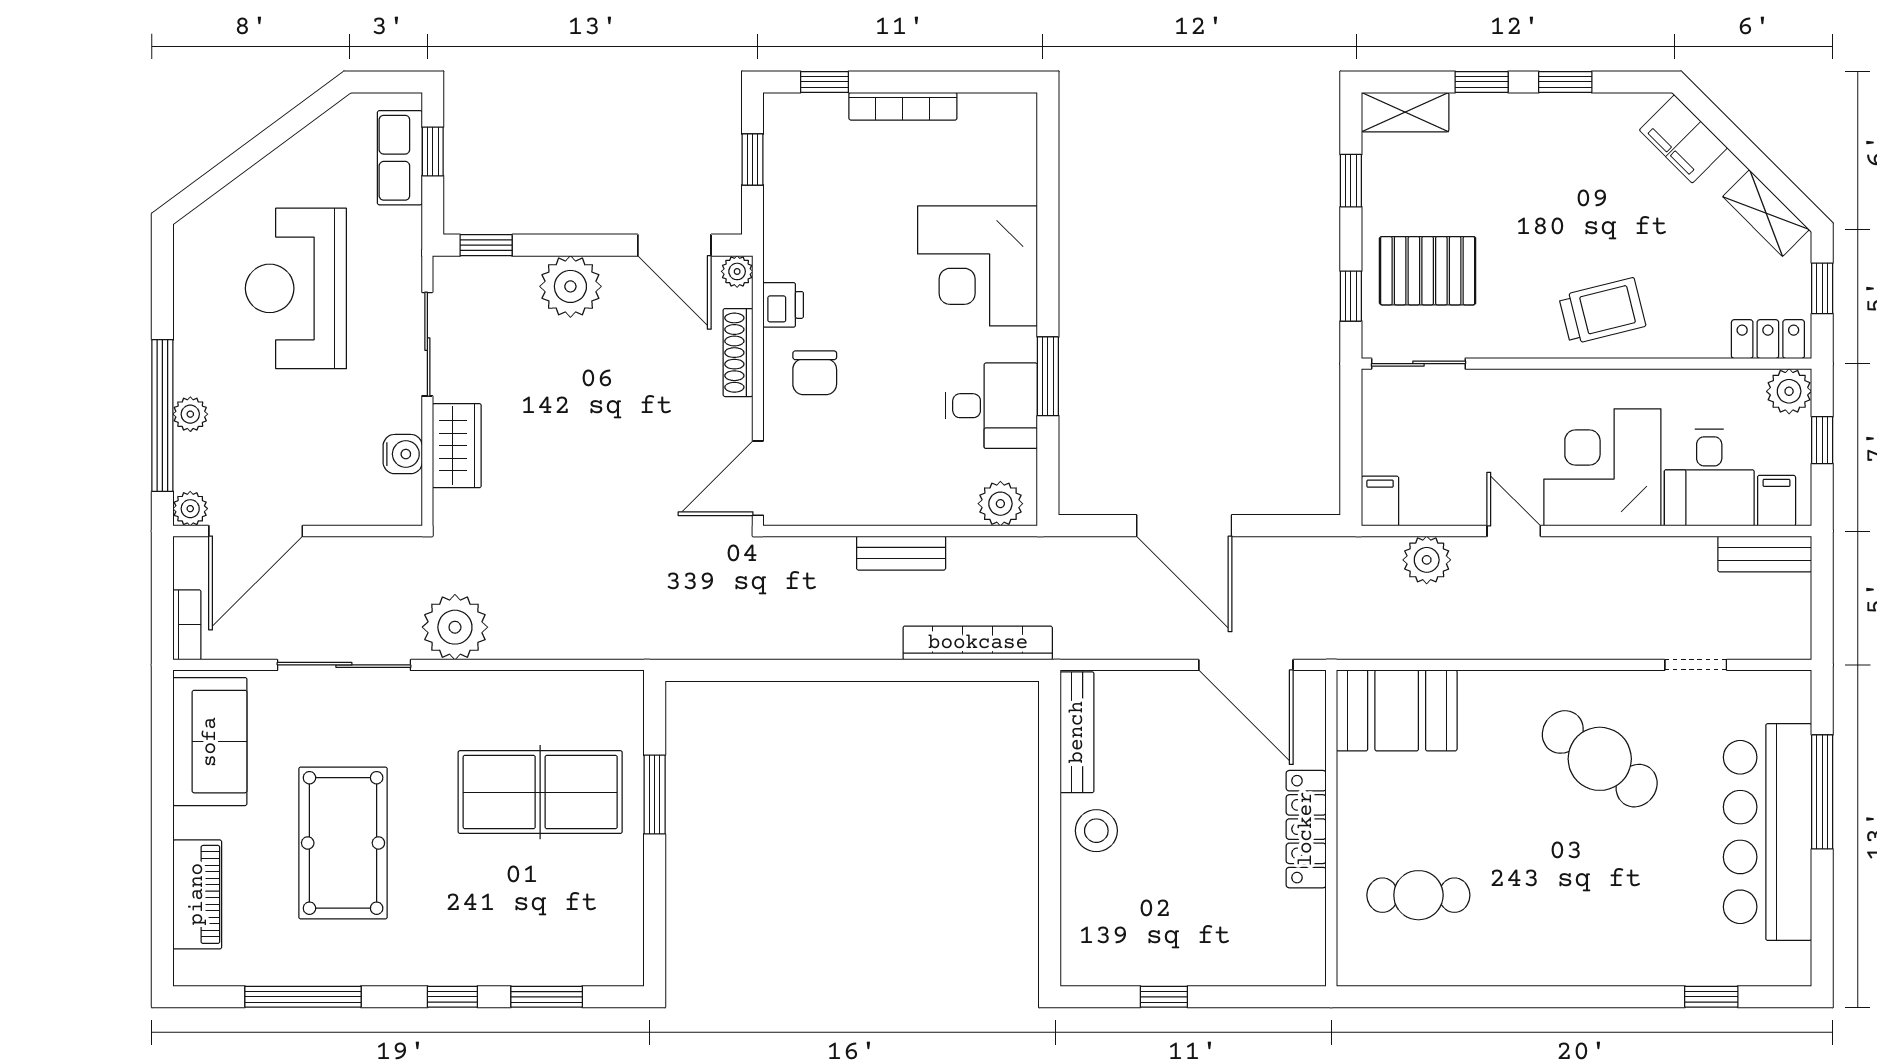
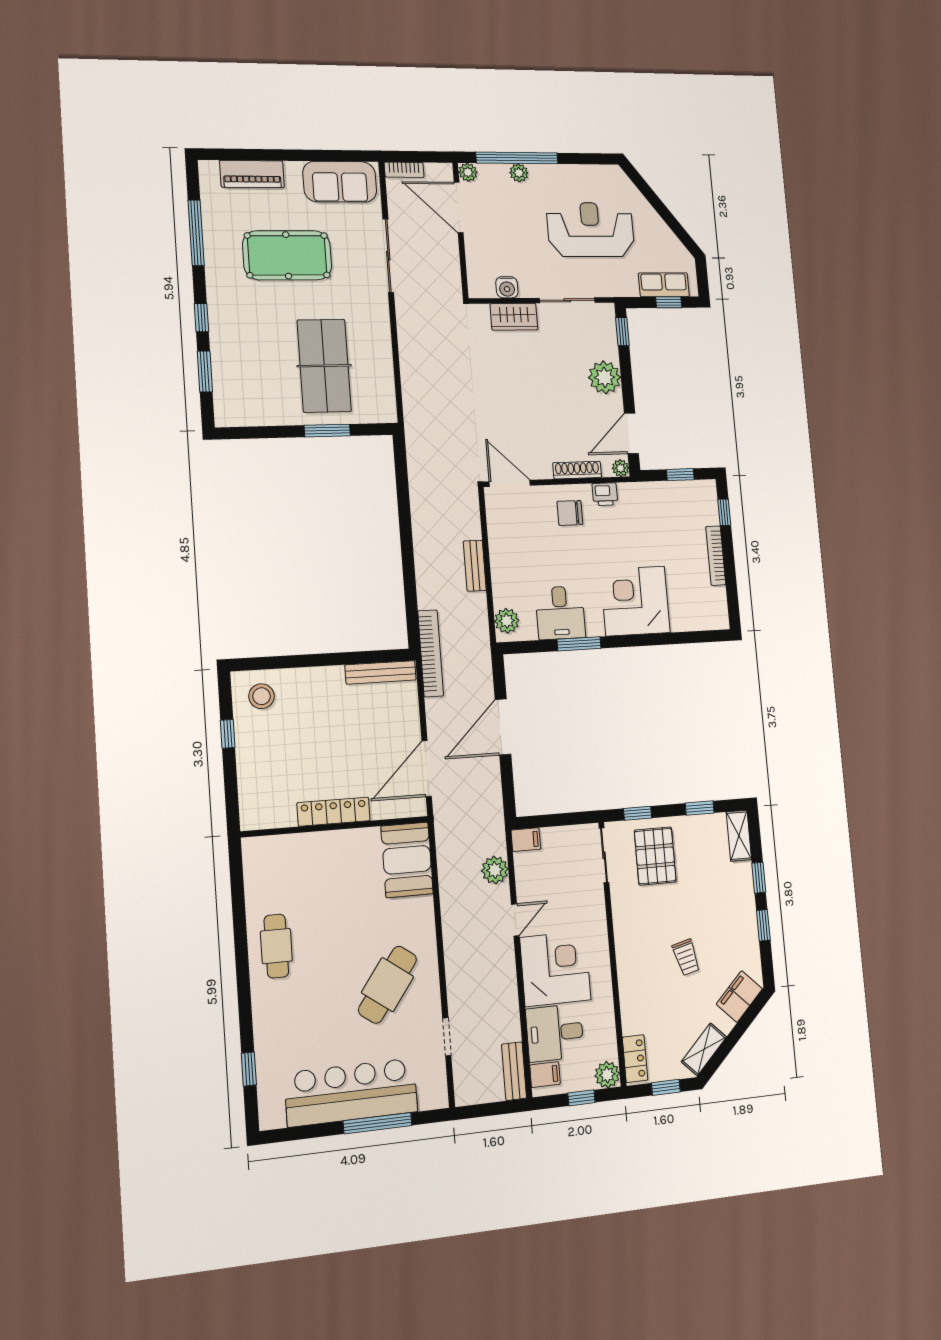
trolley: (1602, 311) -> (686, 957), moved, width x0.73, depth x0.72
plant: (455, 627) -> (414, 317), removed
bookcase: (978, 643) -> (431, 653), moved
stool: (1096, 831) -> (261, 696), moved
cafe table: (1418, 895) -> (276, 946), moved

